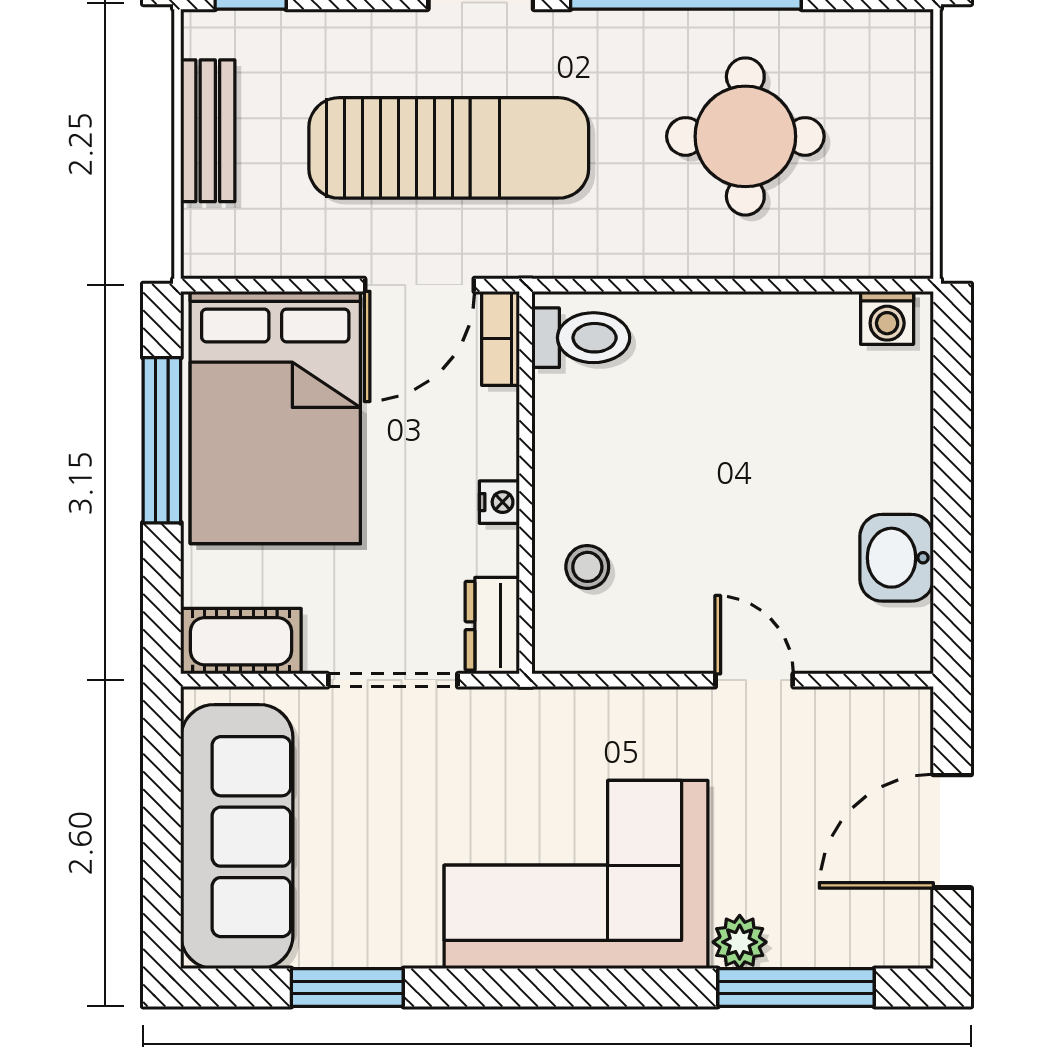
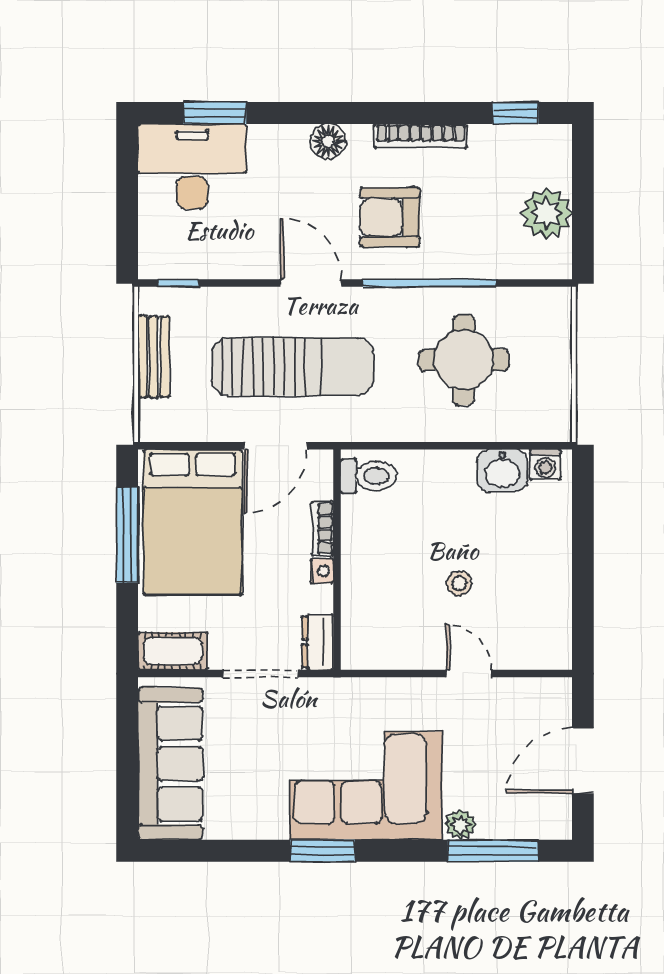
bookcase: (501, 338) -> (322, 529), moved
washbasin: (897, 558) -> (502, 470), moved, turned -90
stool: (587, 567) -> (459, 583), moved
window: (347, 988) -> (323, 851), moved

